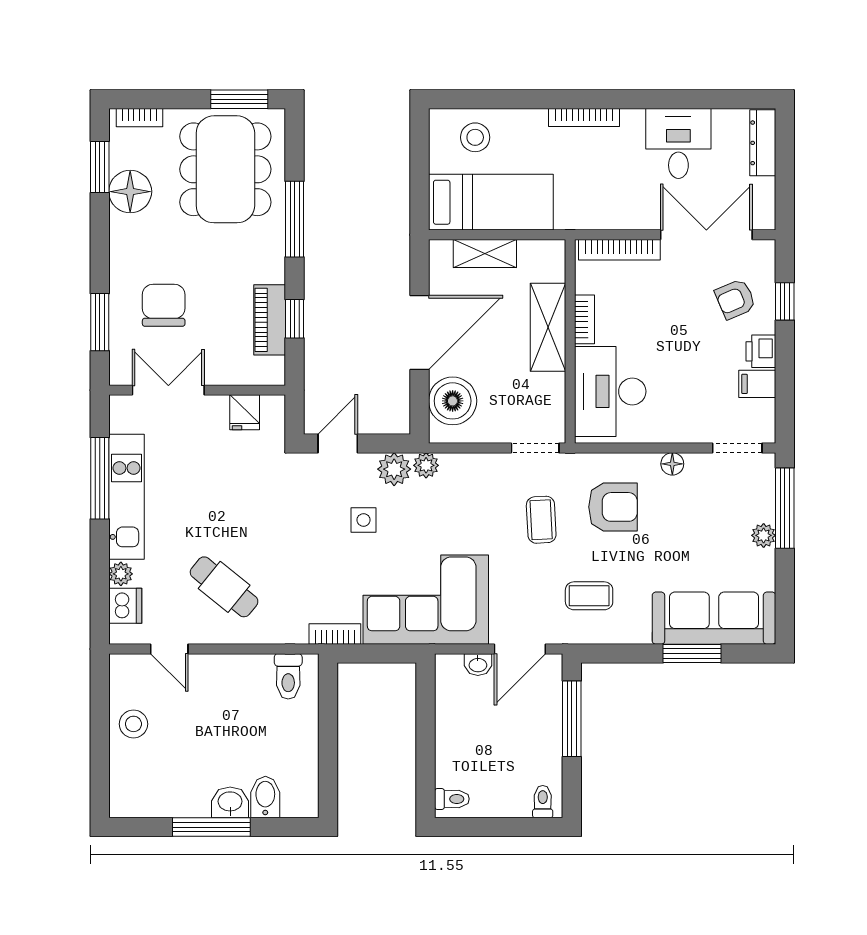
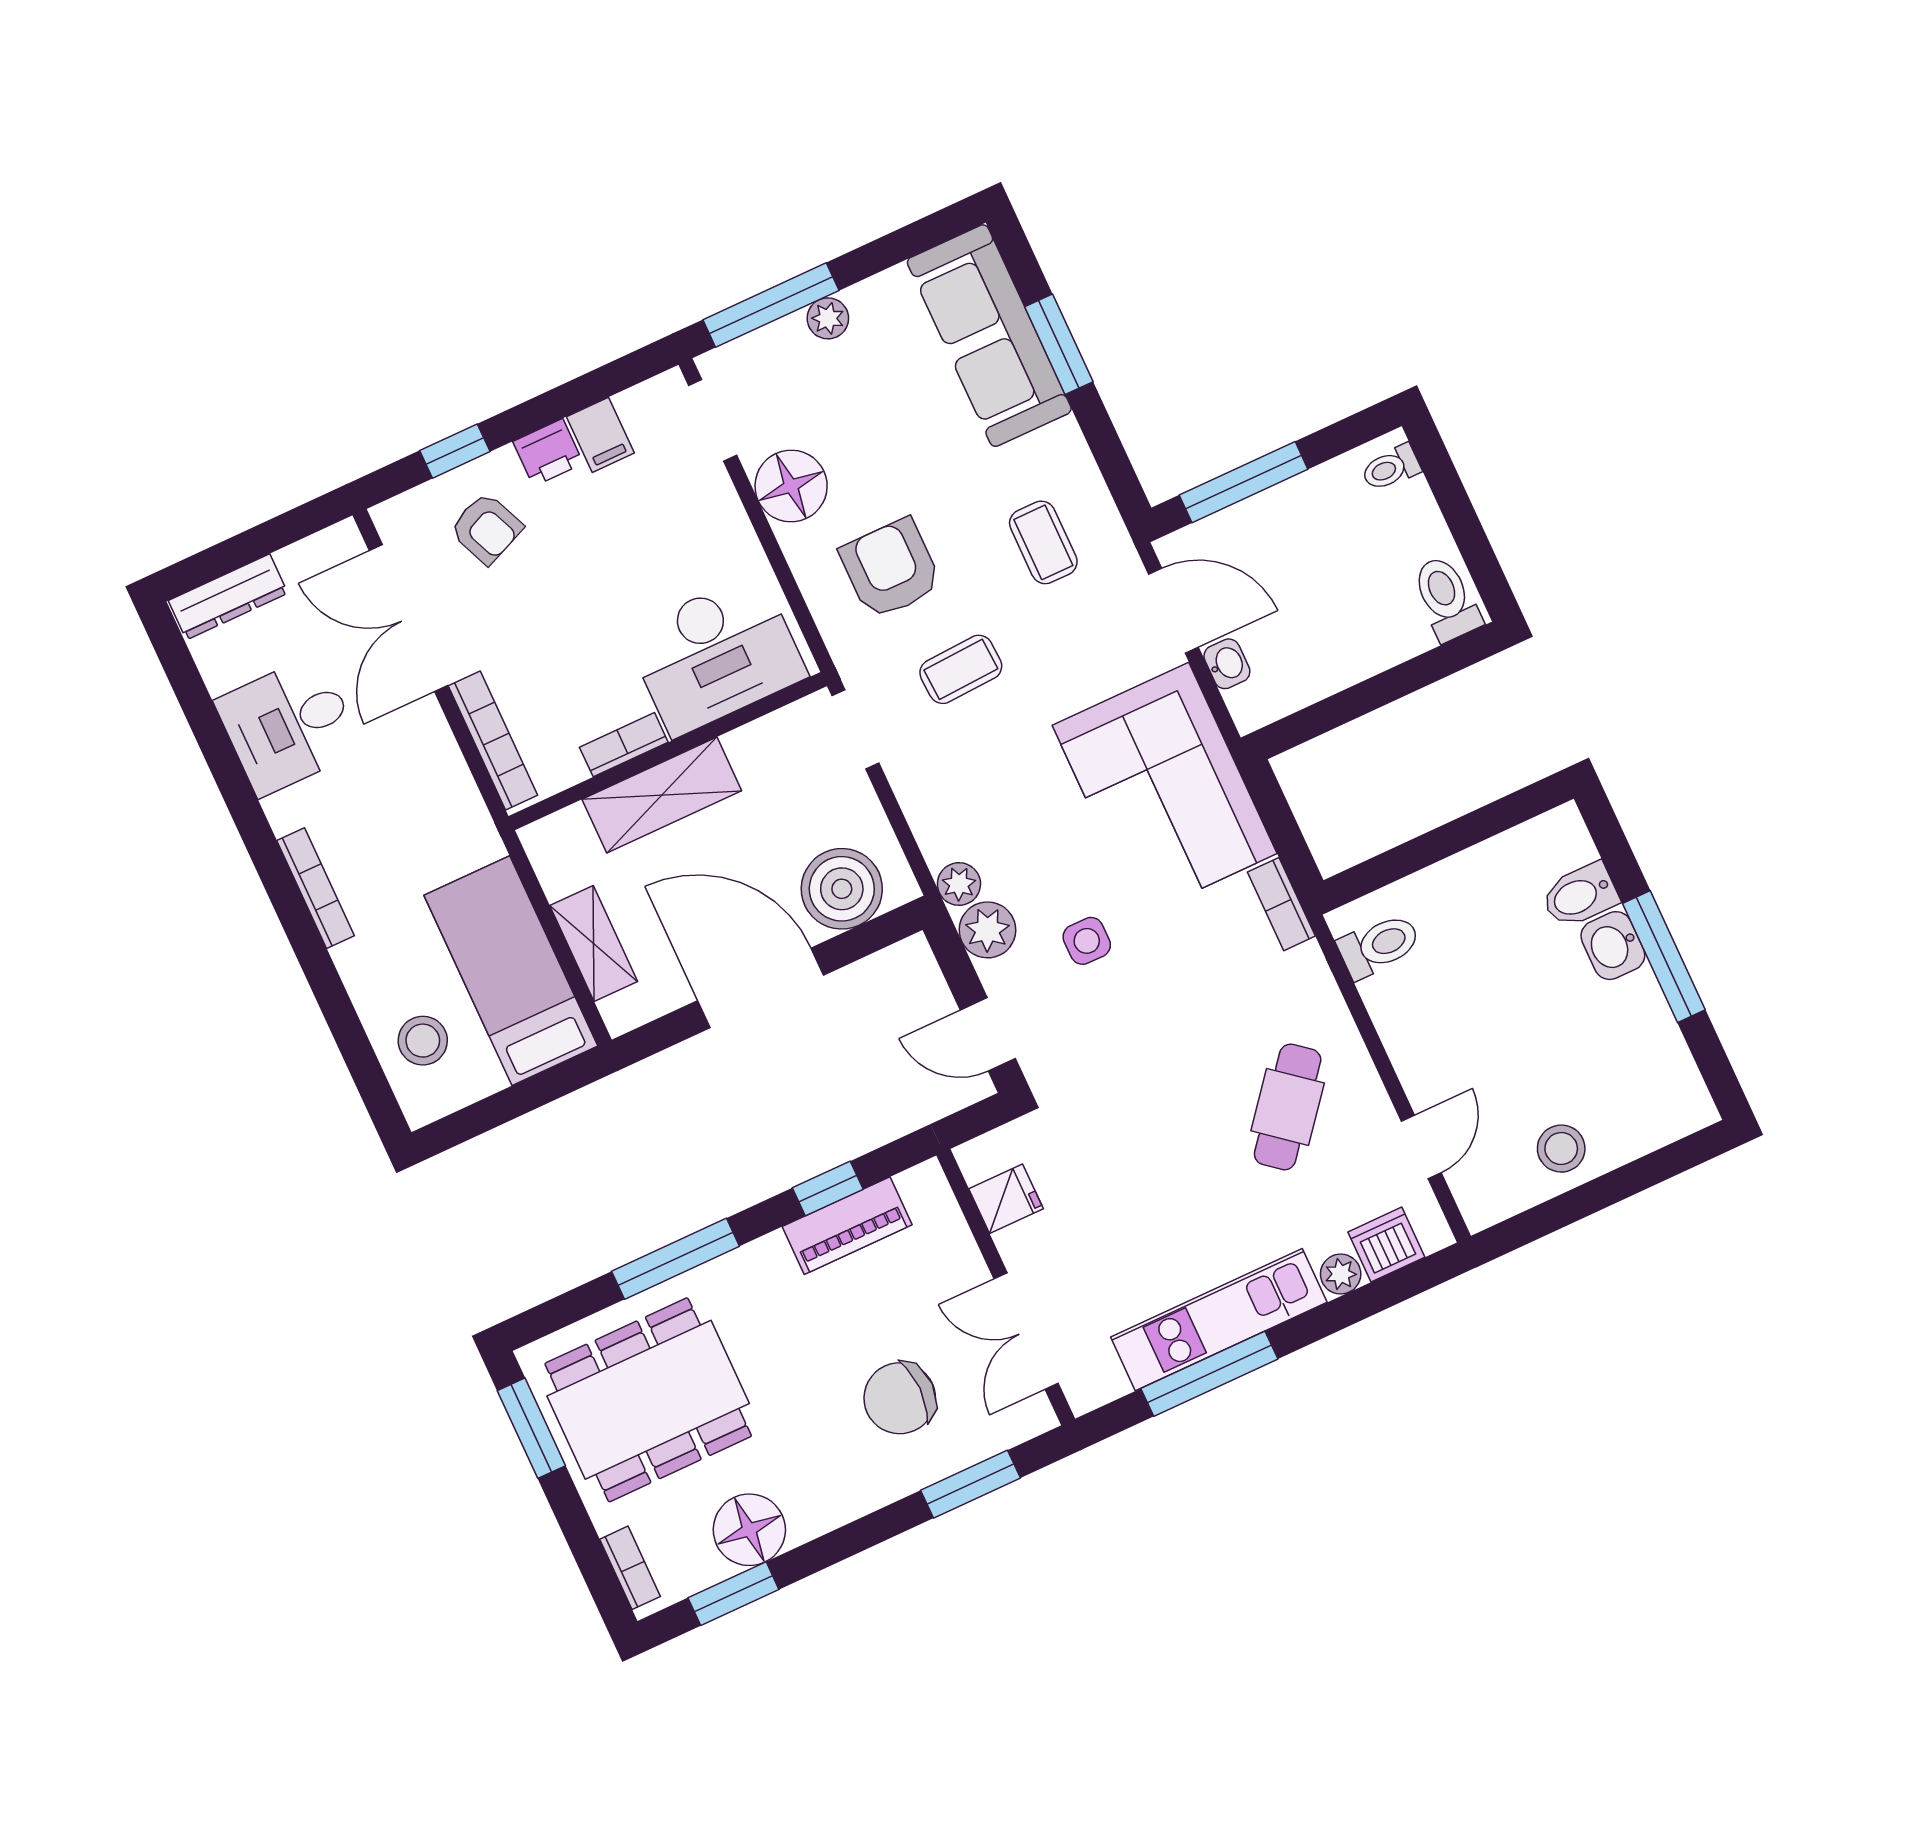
floor lamp: (672, 464) -> (791, 486), width x1.89, depth x1.89
toilet: (452, 799) -> (1446, 598), width x1.37, depth x1.39

